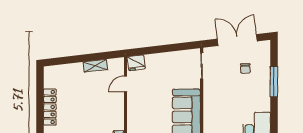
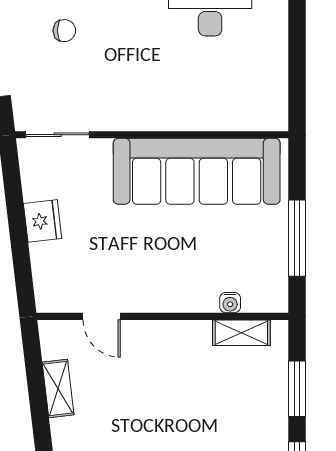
fridge: (136, 63) -> (43, 221), moved

